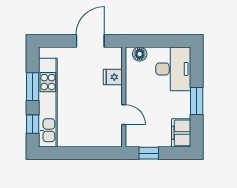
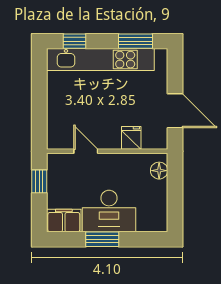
desk: (173, 69) -> (109, 211), moved
window: (33, 87) -> (135, 41), moved
door: (124, 115) -> (86, 151), swing flipped

